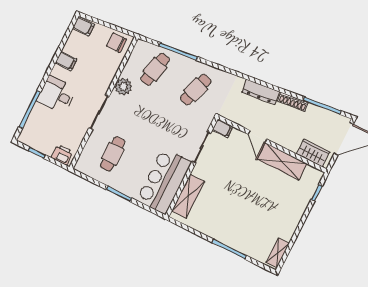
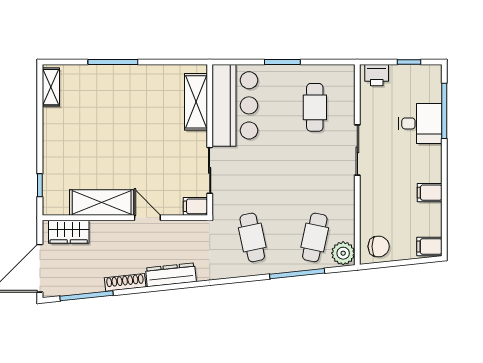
plant: (123, 87) -> (343, 253), moved
cafe table: (196, 90) -> (252, 237), turned -30
desk: (57, 95) -> (420, 123), moved

